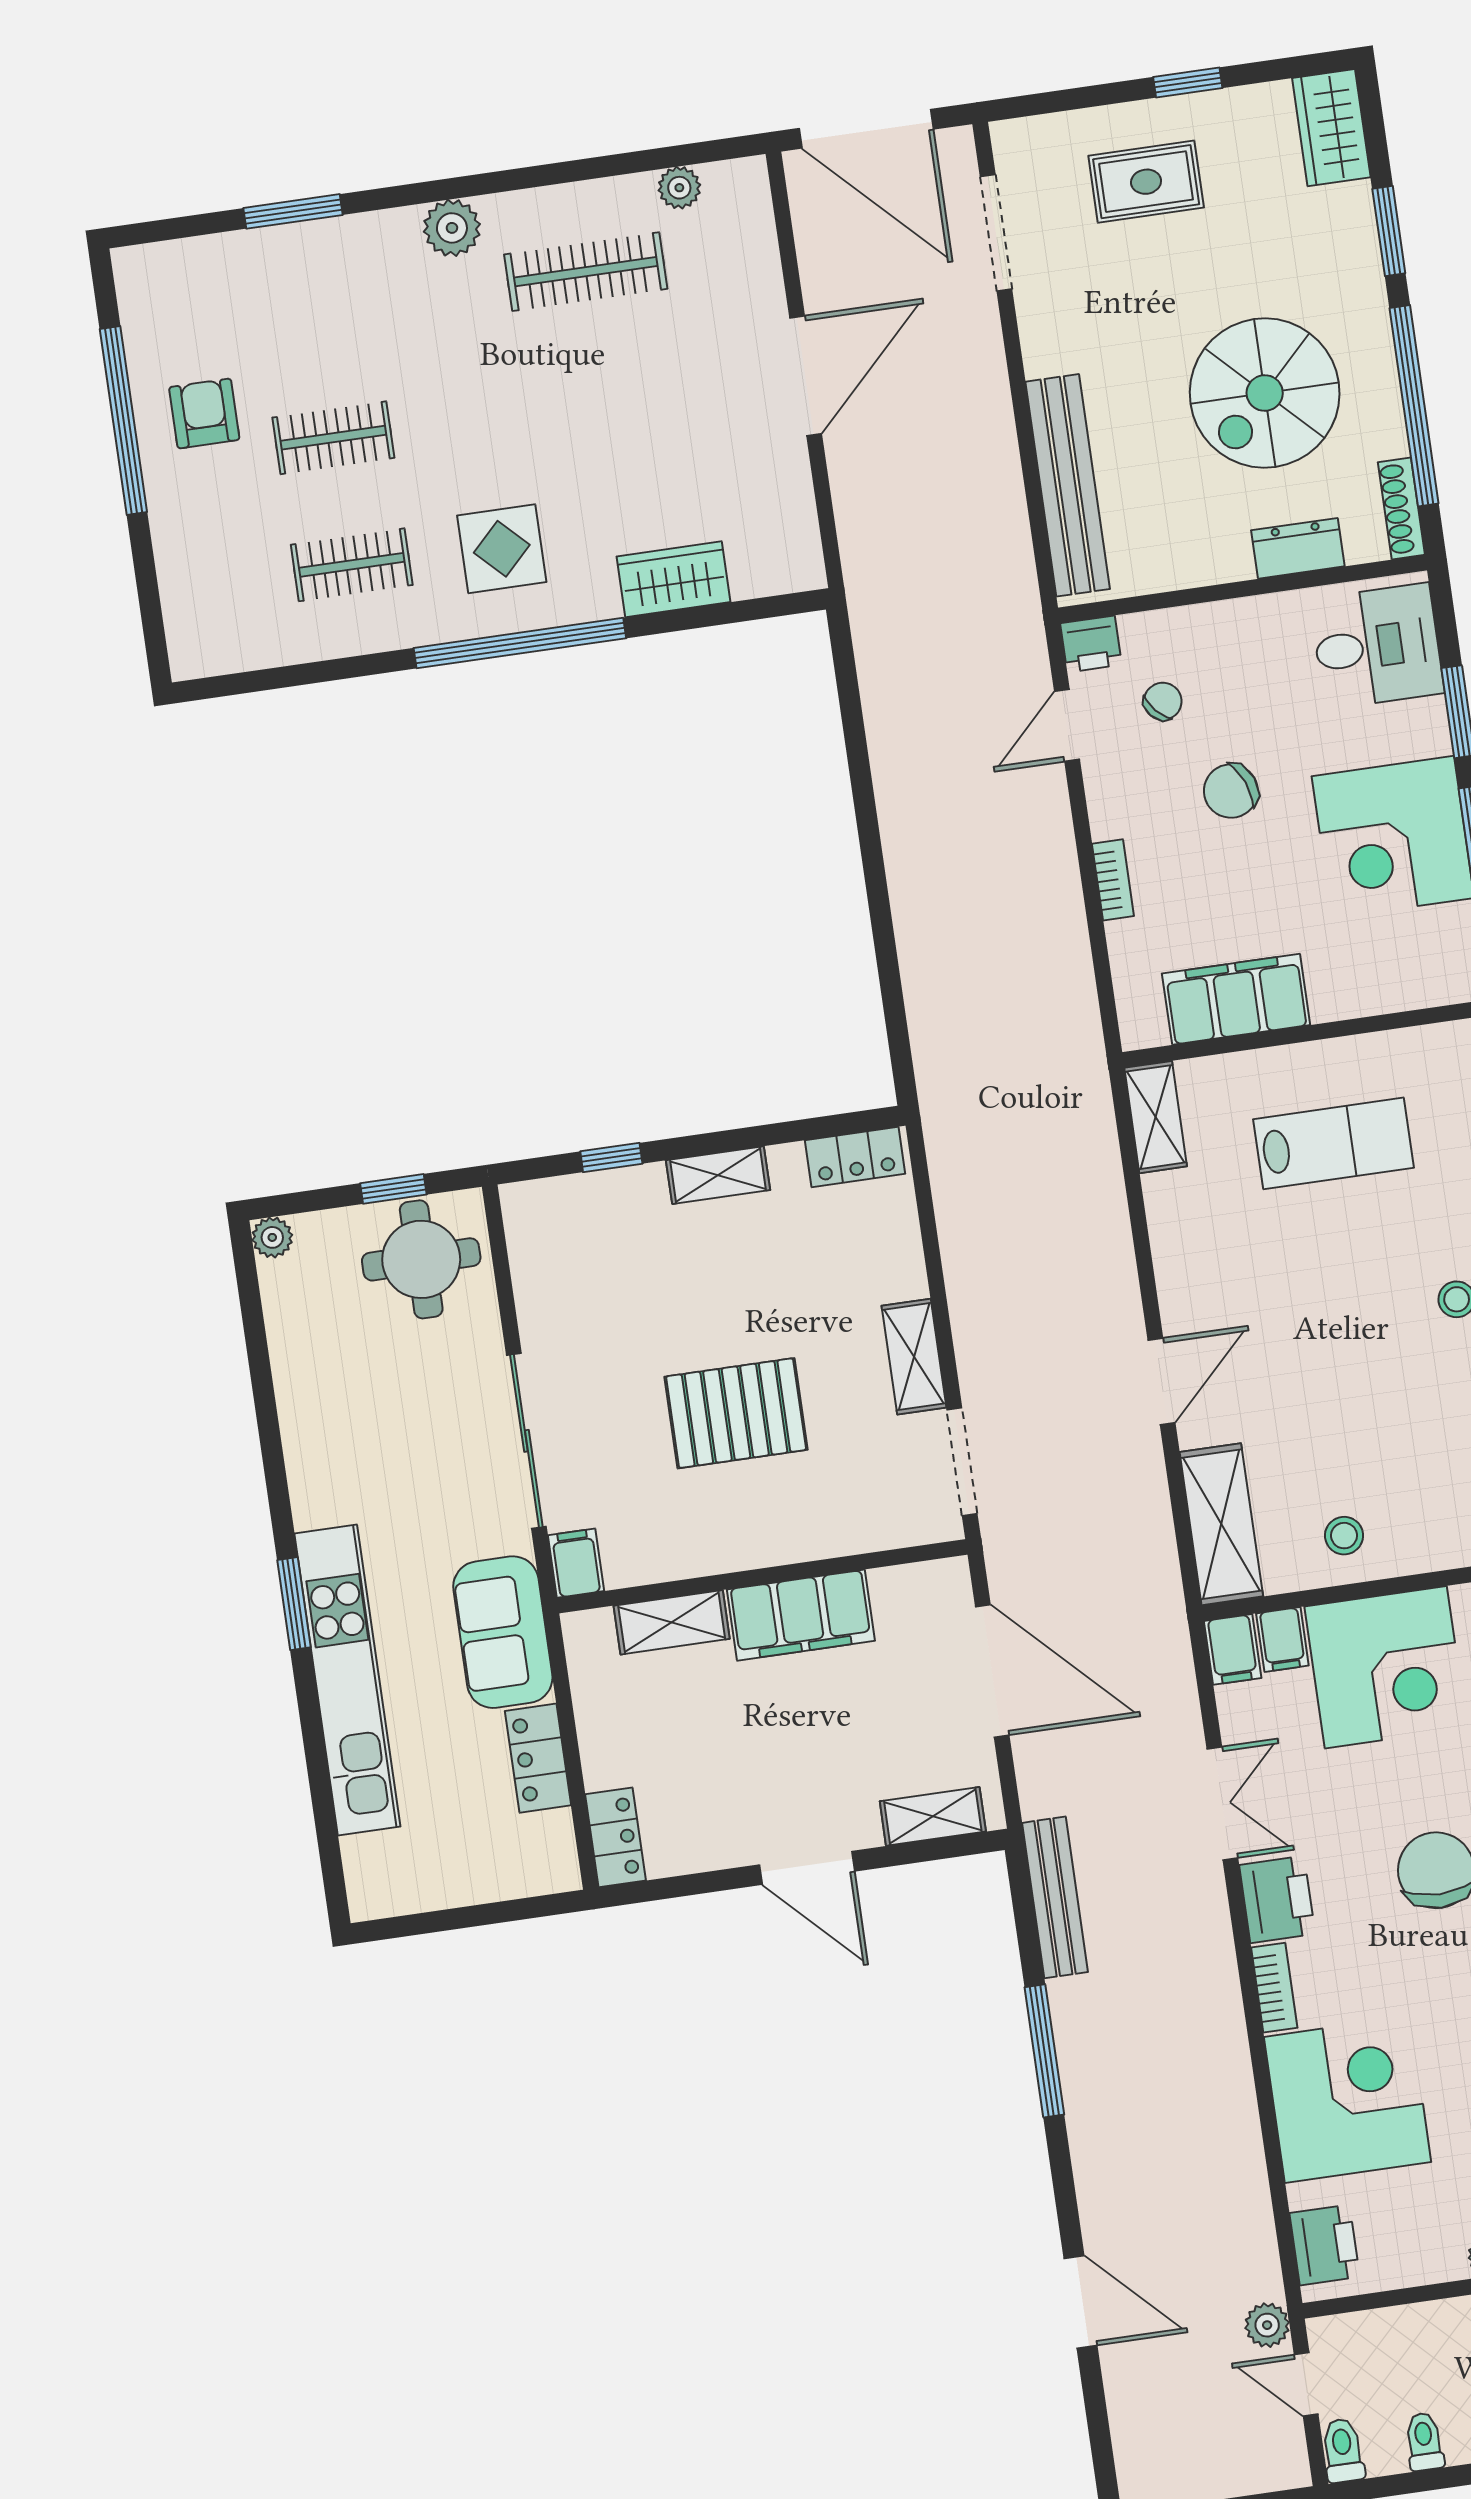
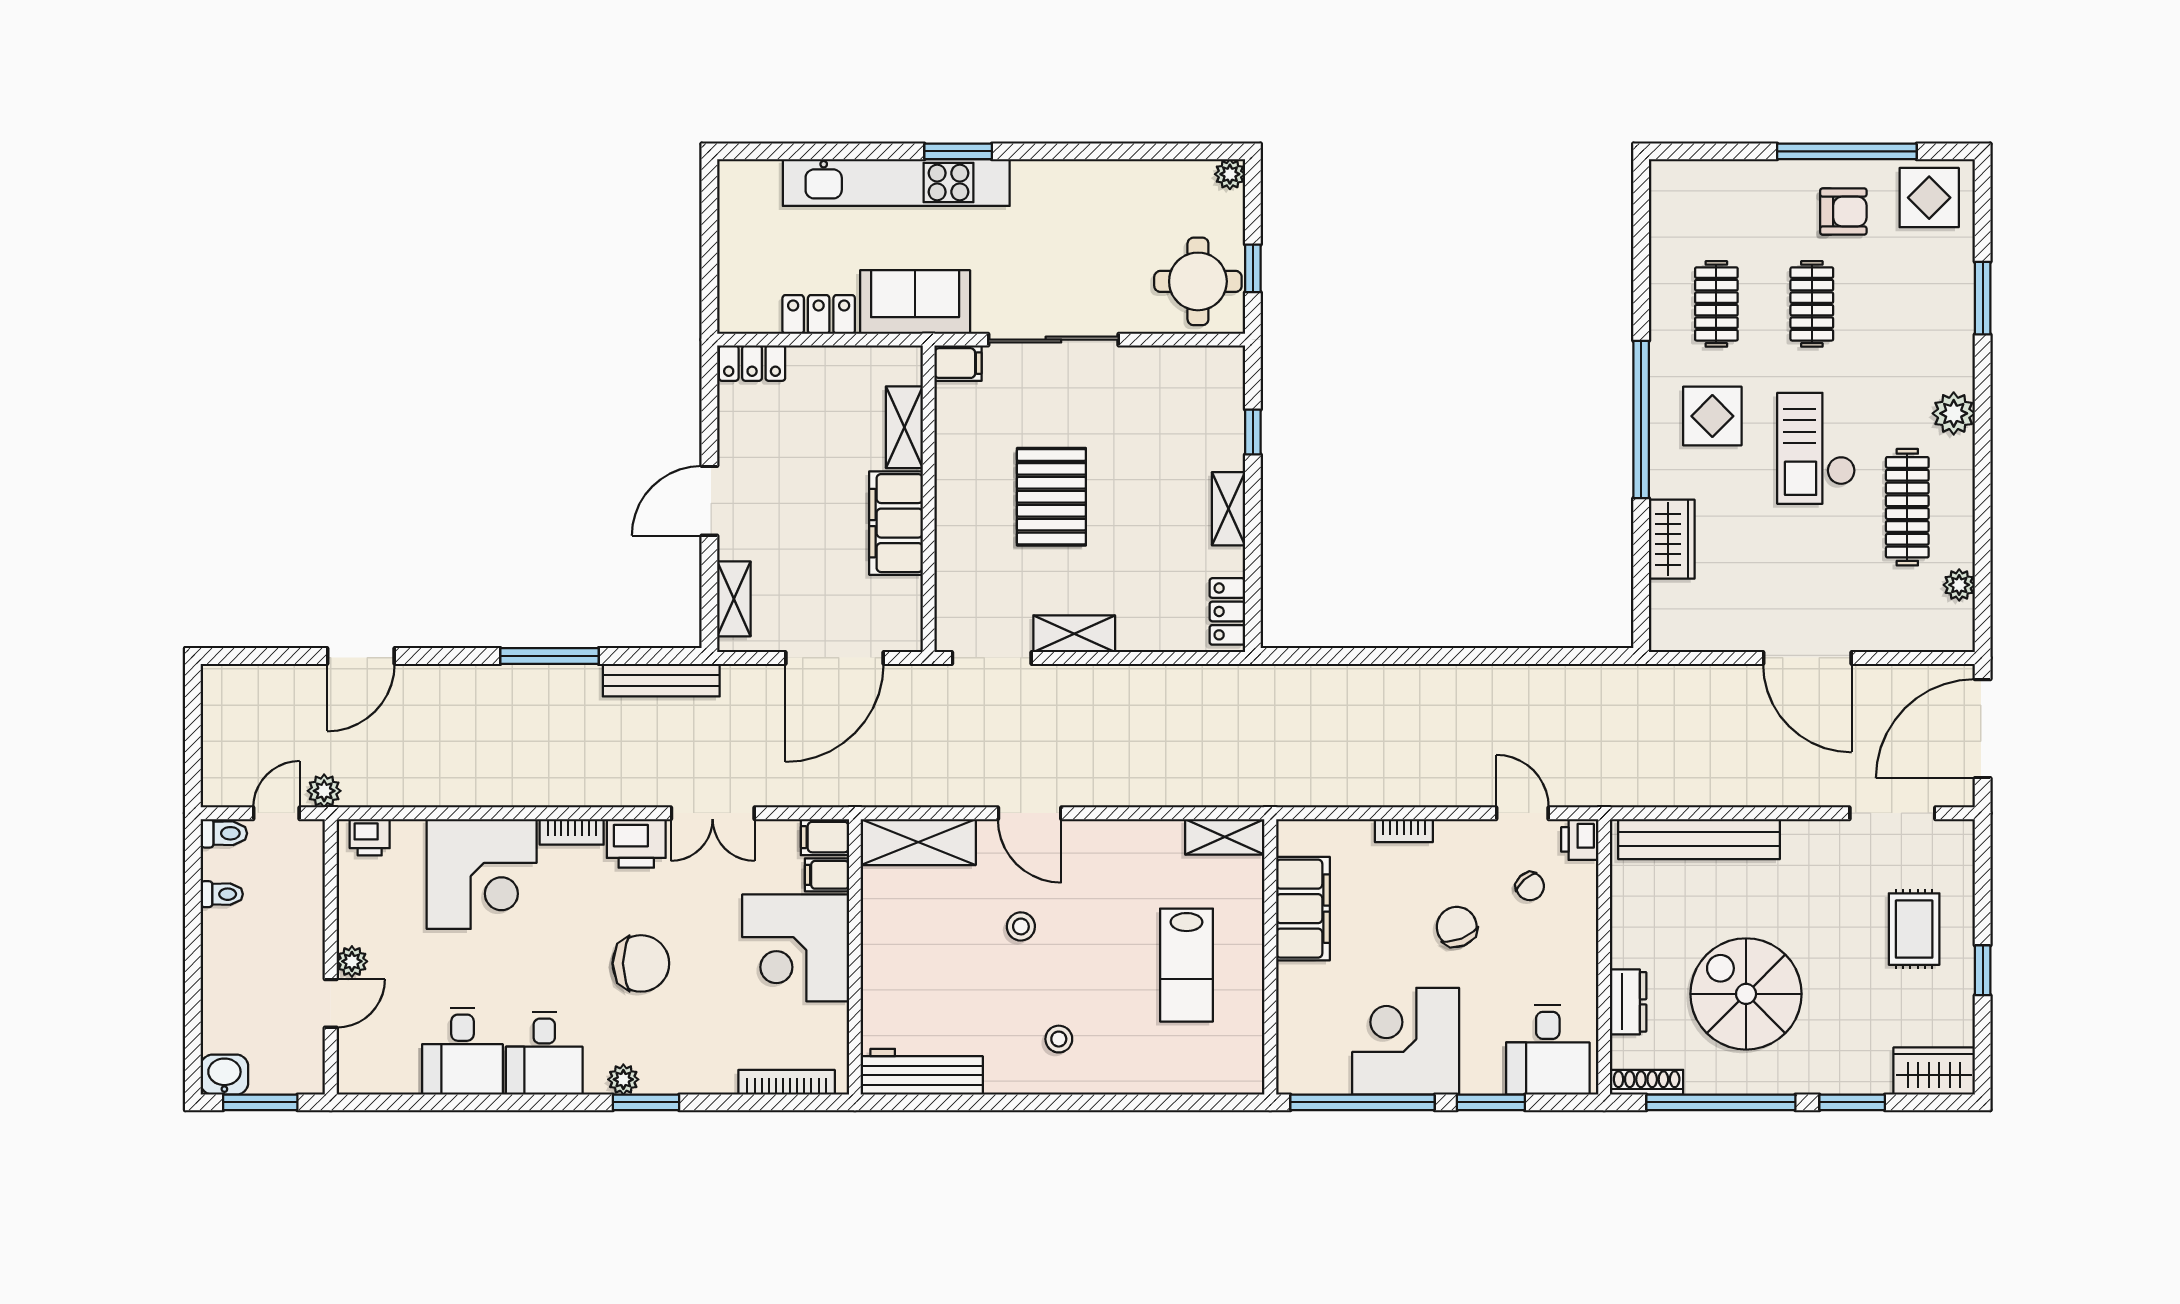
display table: (169, 302) -> (1929, 198), added
checkout: (525, 404) -> (1816, 448), added
stool: (1344, 1536) -> (1021, 926), moved
printer: (1325, 2245) -> (370, 837), width x0.73, depth x0.81

